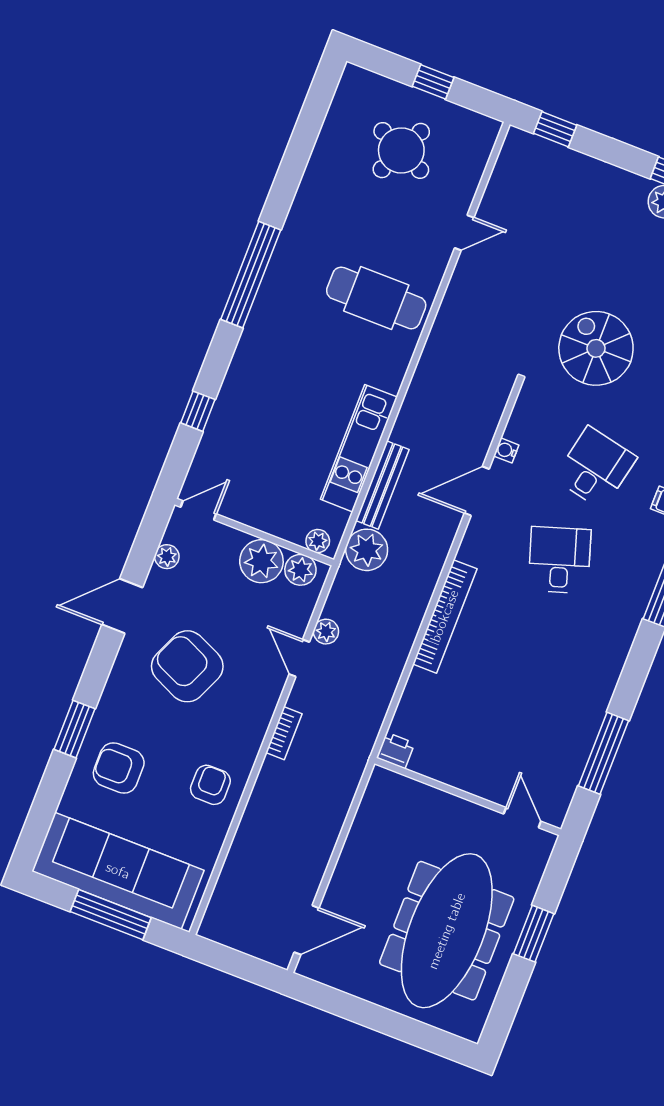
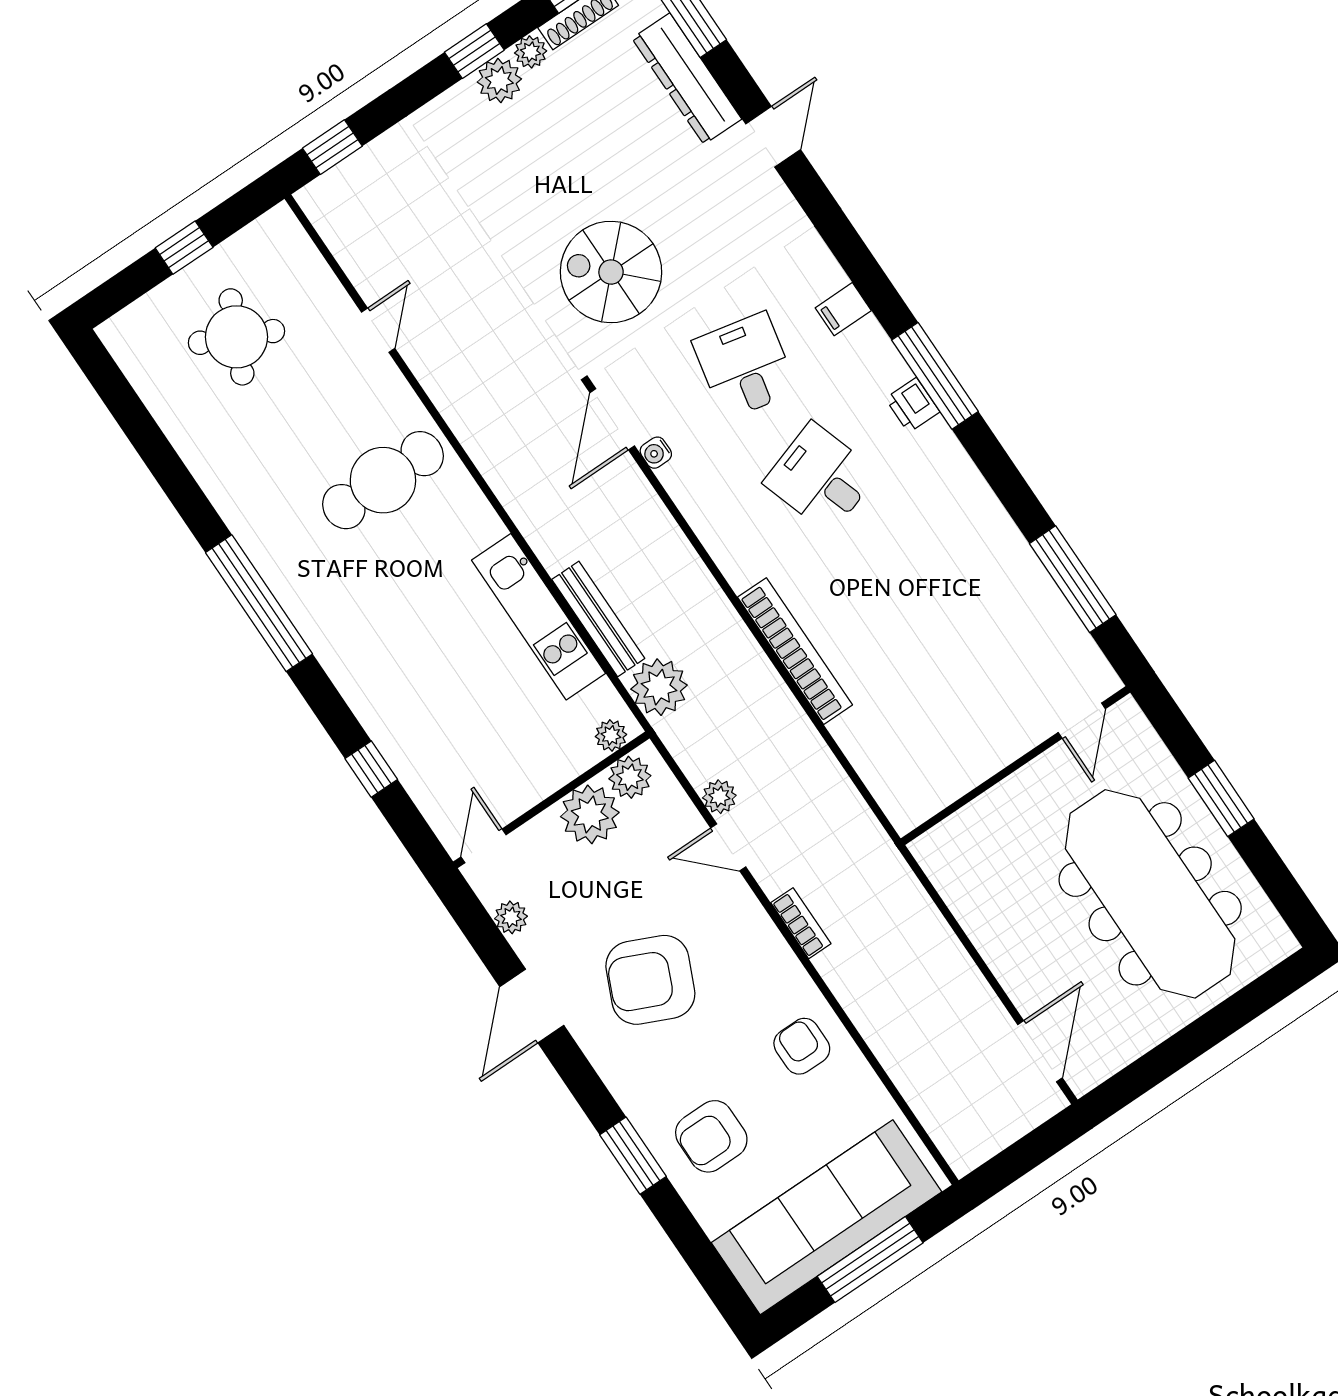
door: (477, 491) -> (612, 419), moved
printer: (396, 750) -> (912, 405), moved, turned -90
door: (522, 818) -> (1082, 721), swing flipped

